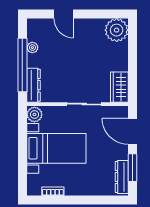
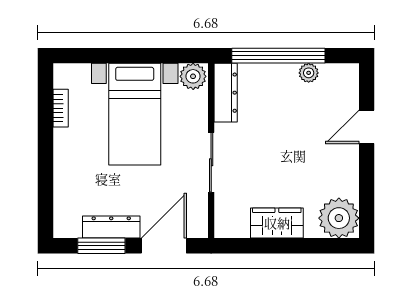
dresser: (34, 85) -> (226, 93), moved, turned -90
wardrobe: (119, 87) -> (277, 223), moved
dresser: (122, 177) -> (111, 227), moved

